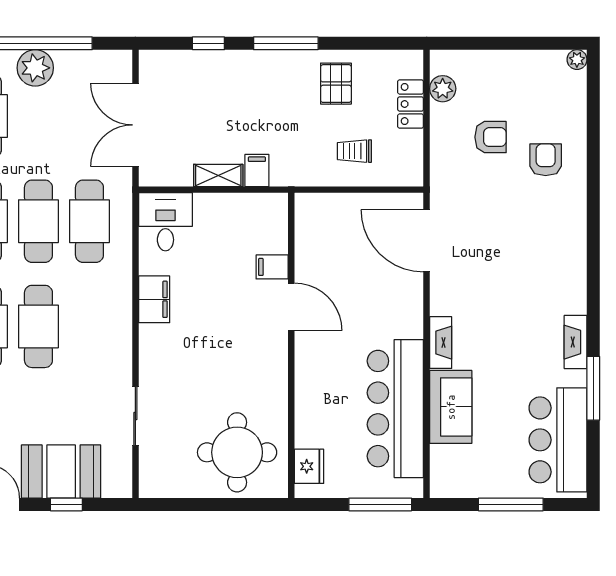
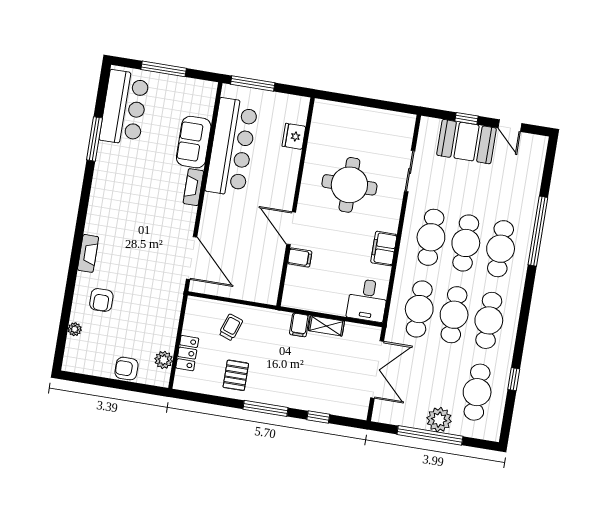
plant: (577, 60) -> (75, 329), moved
armchair: (491, 137) -> (126, 369), moved
trolley: (354, 151) -> (231, 327), turned -71
cafe table: (89, 326) -> (431, 237), added
fireplace: (576, 342) -> (88, 253), moved
round table: (237, 452) -> (349, 185), moved
fridge: (309, 466) -> (294, 136), moved

